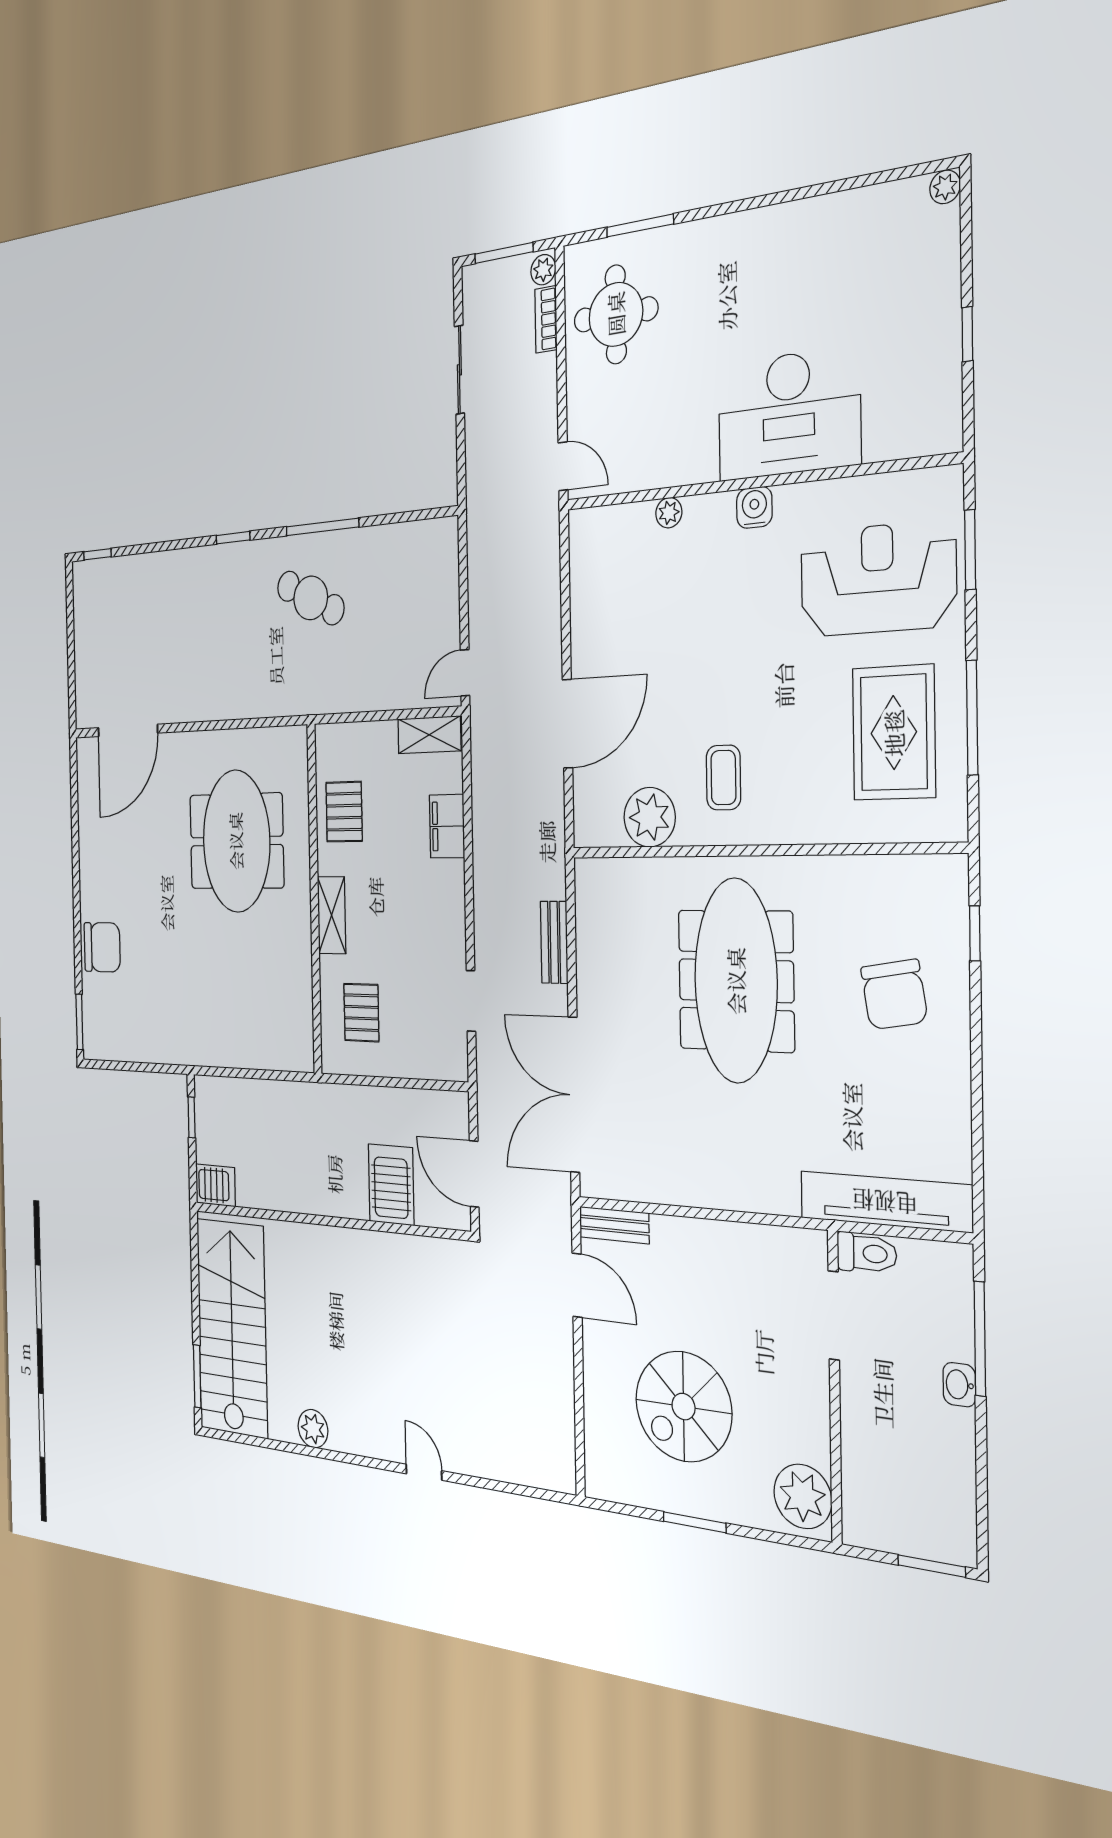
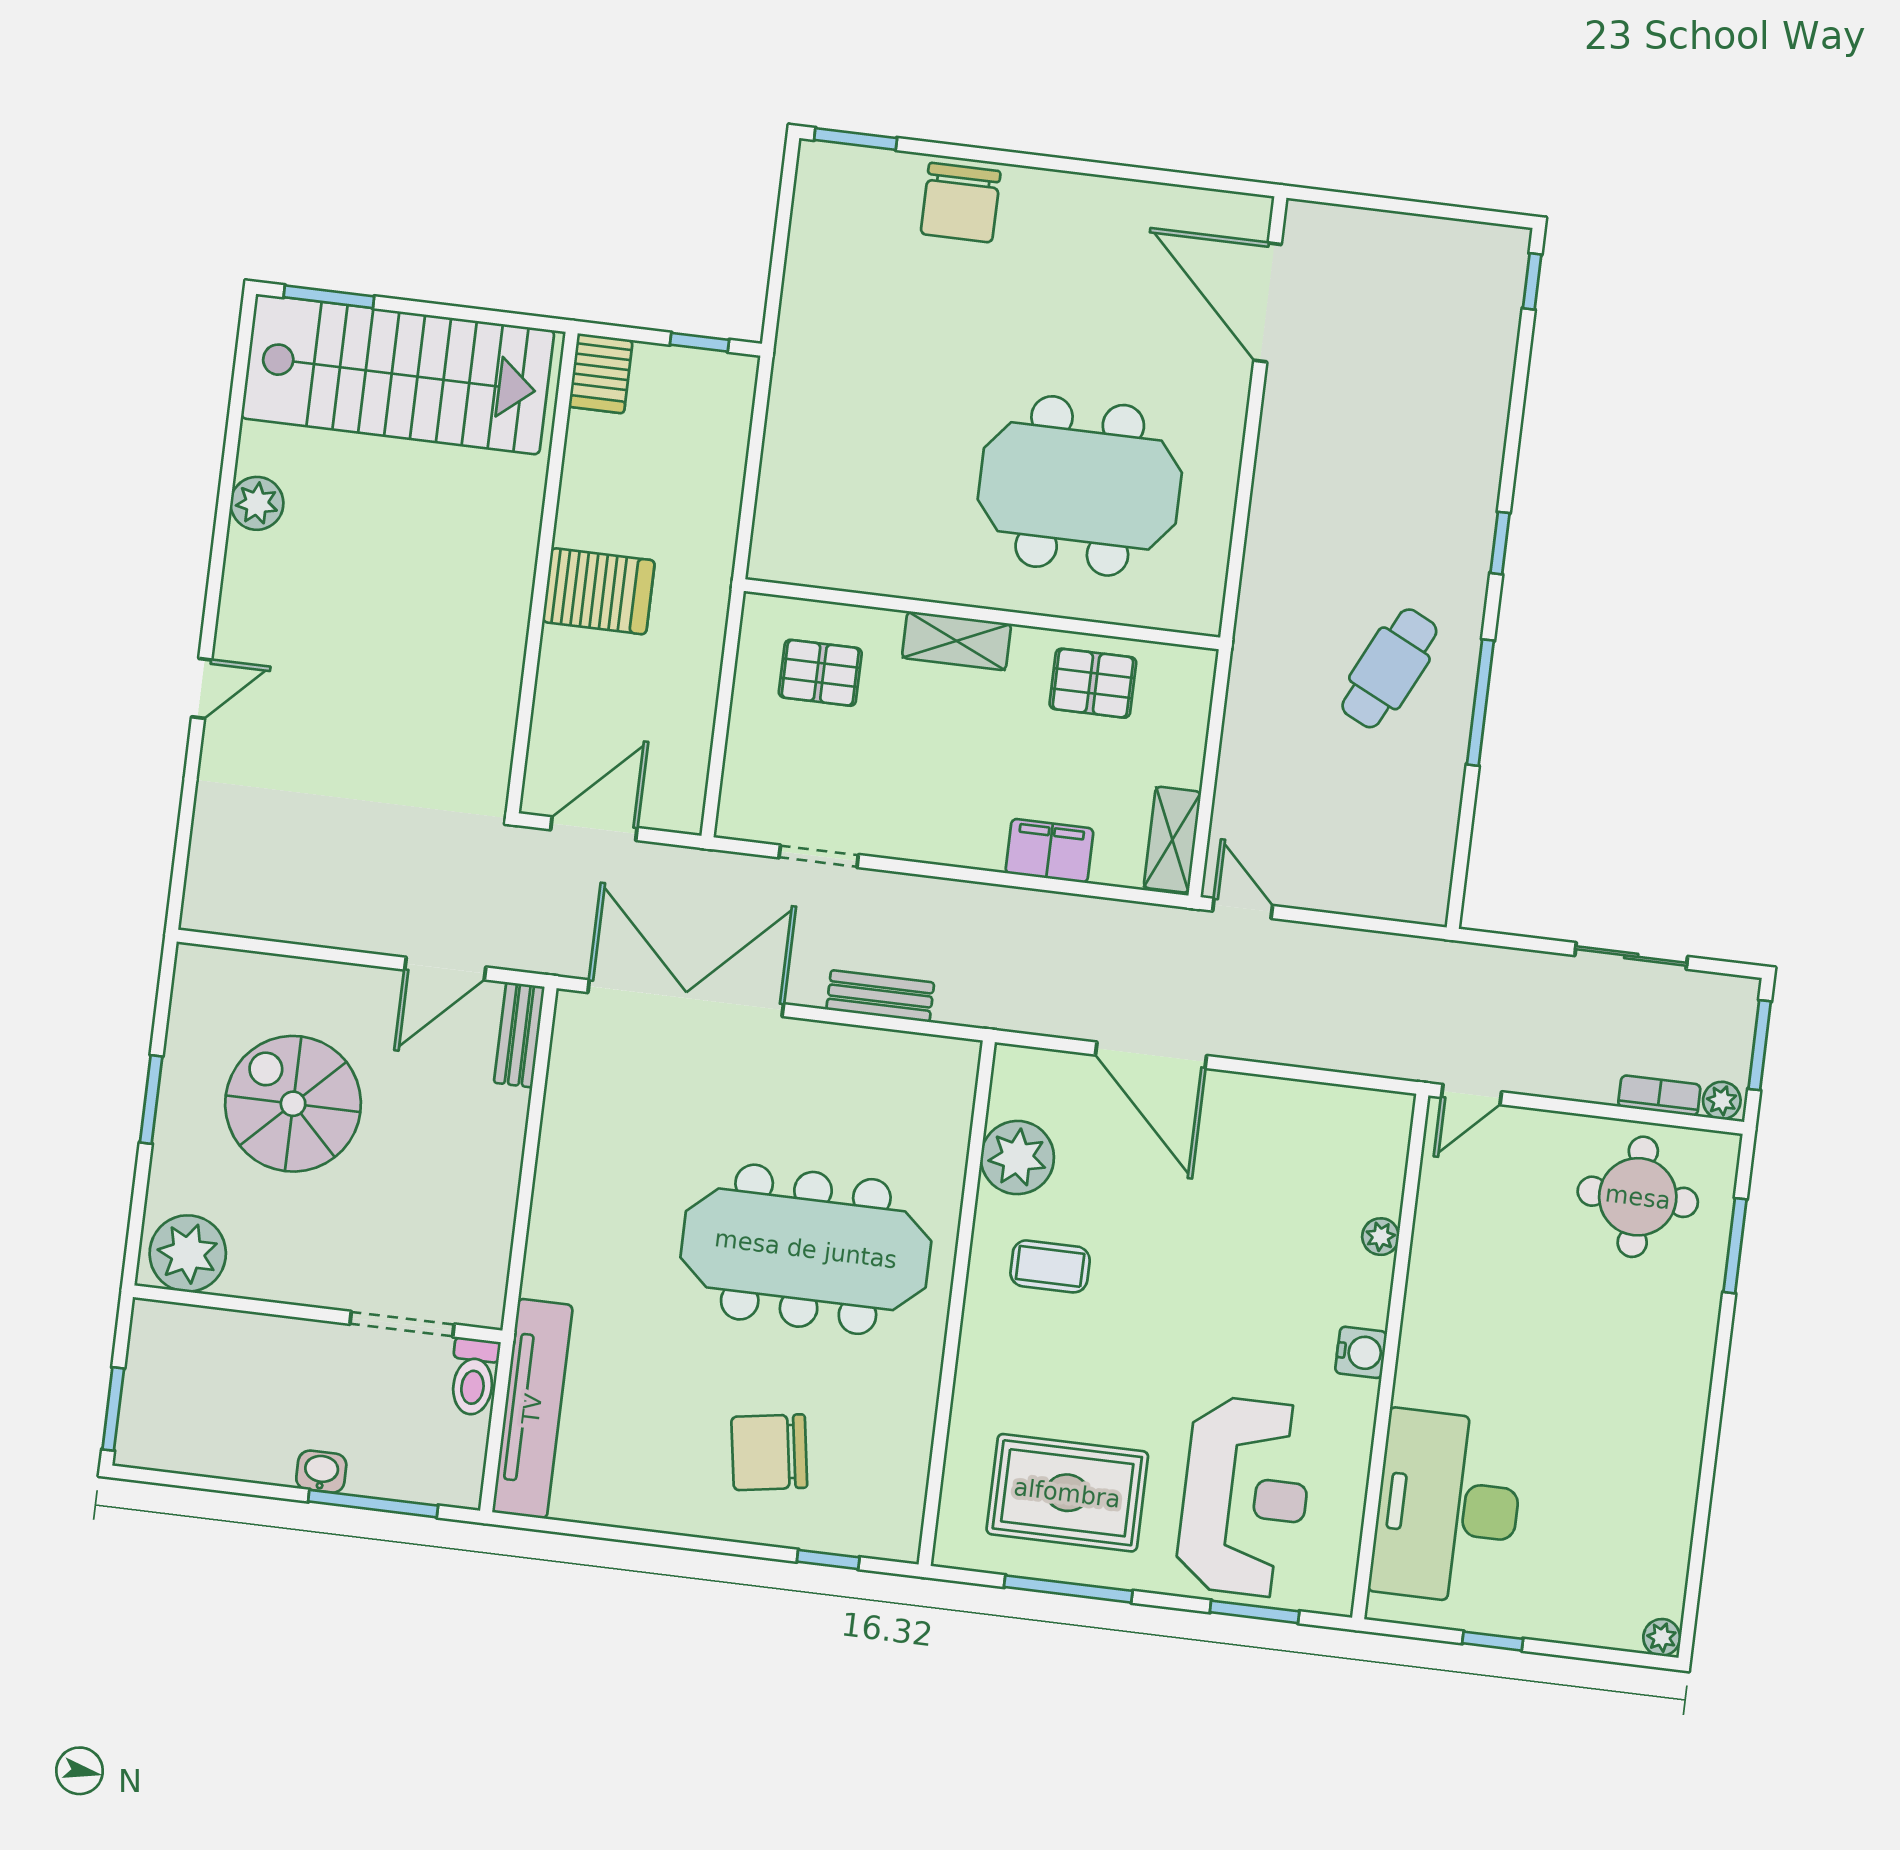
desk: (789, 414) -> (1447, 1507), moved
server rack: (391, 1185) -> (599, 591), moved

